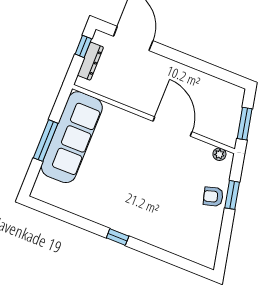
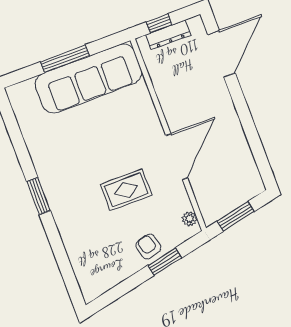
window: (83, 46) -> (159, 23), moved
rug: (164, 178) -> (126, 190), added
window: (118, 237) -> (38, 196), width x1.50

